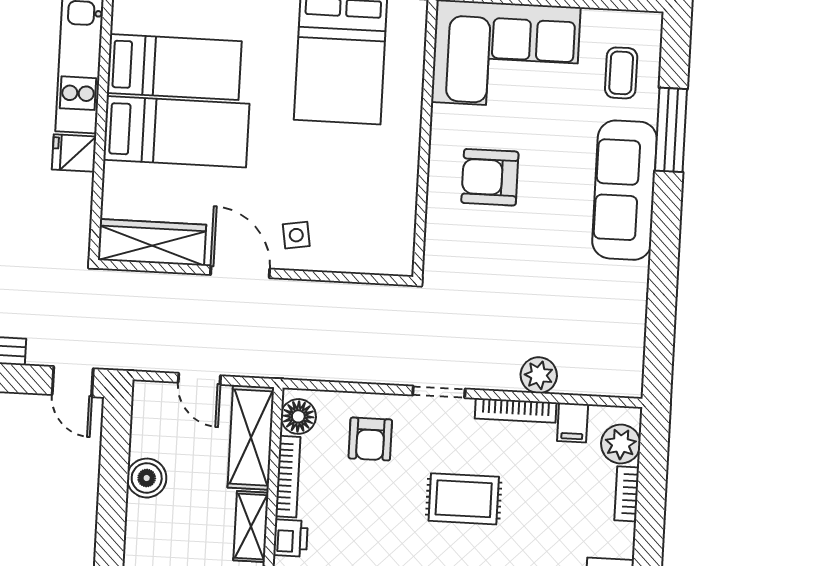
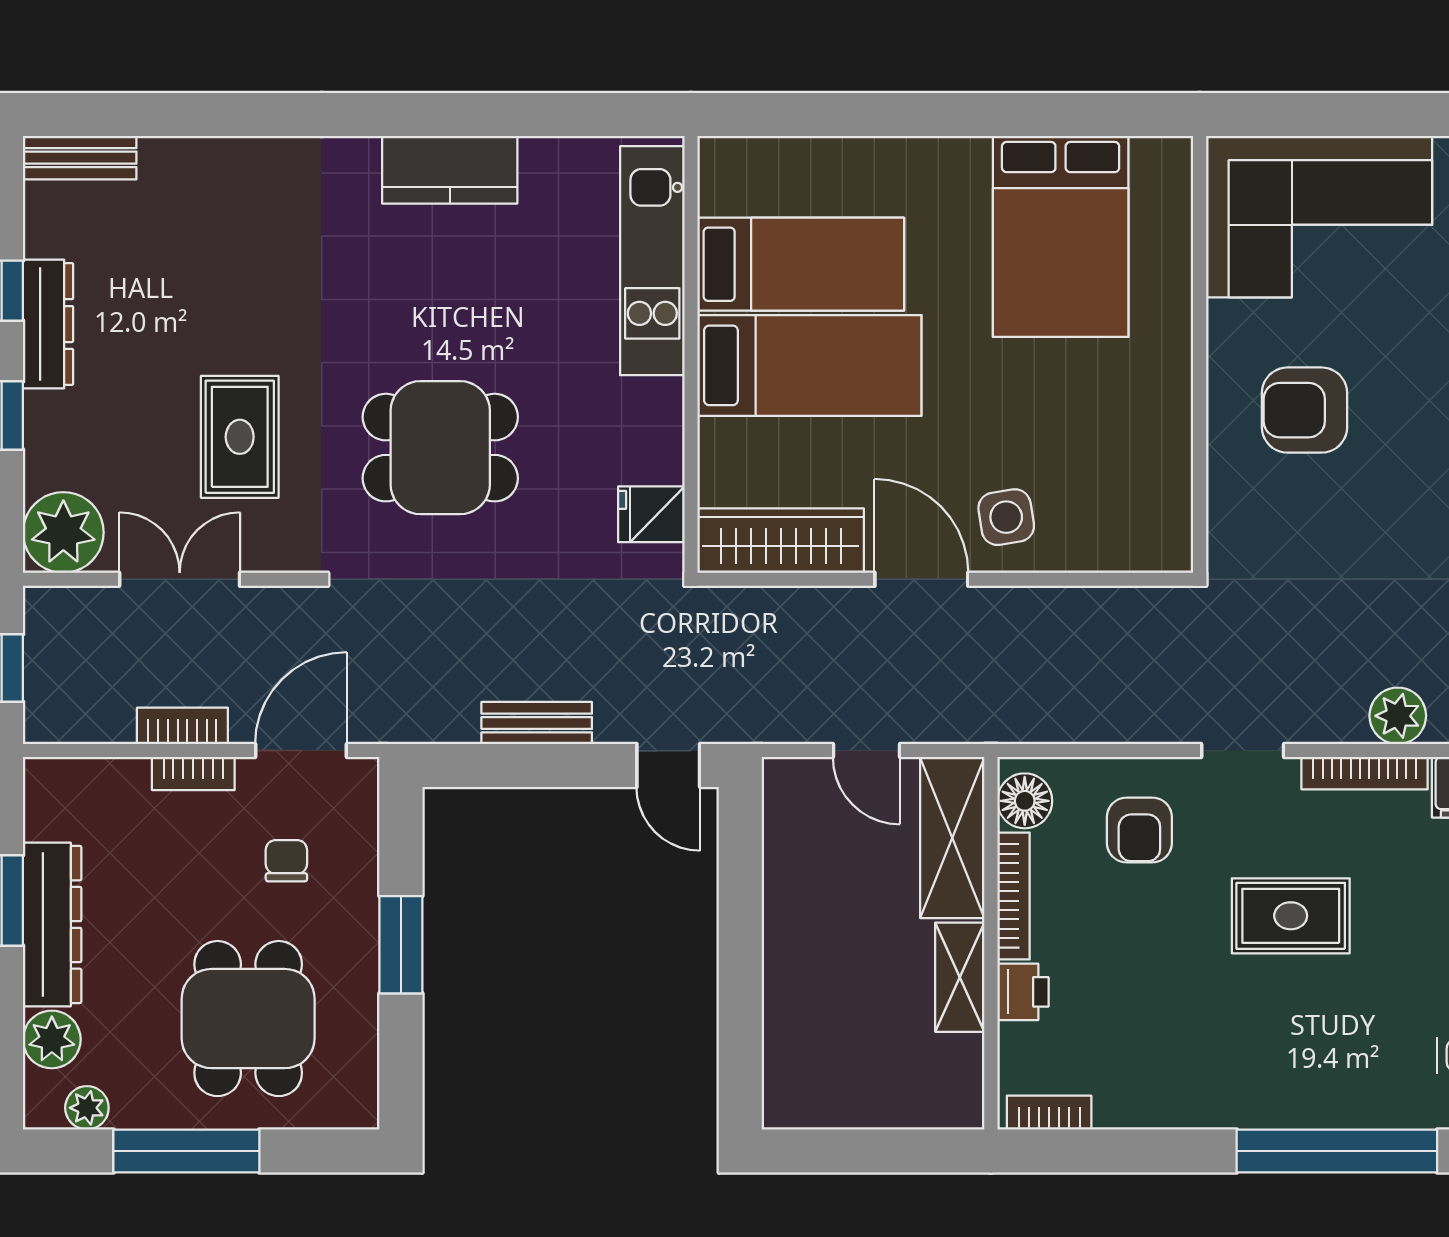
fridge: (74, 153) -> (651, 514), moved
side table: (296, 235) -> (1006, 517), width x1.37, depth x1.37
boiler: (147, 478) -> (792, 910), removed

